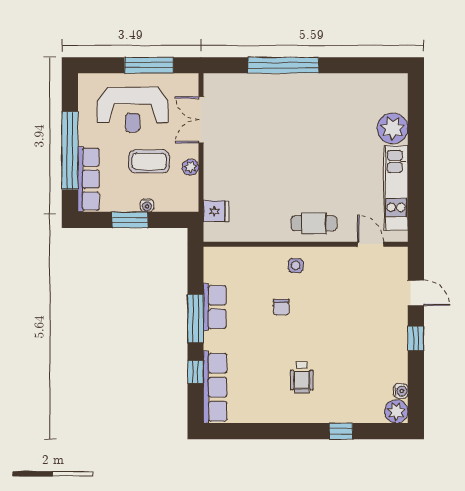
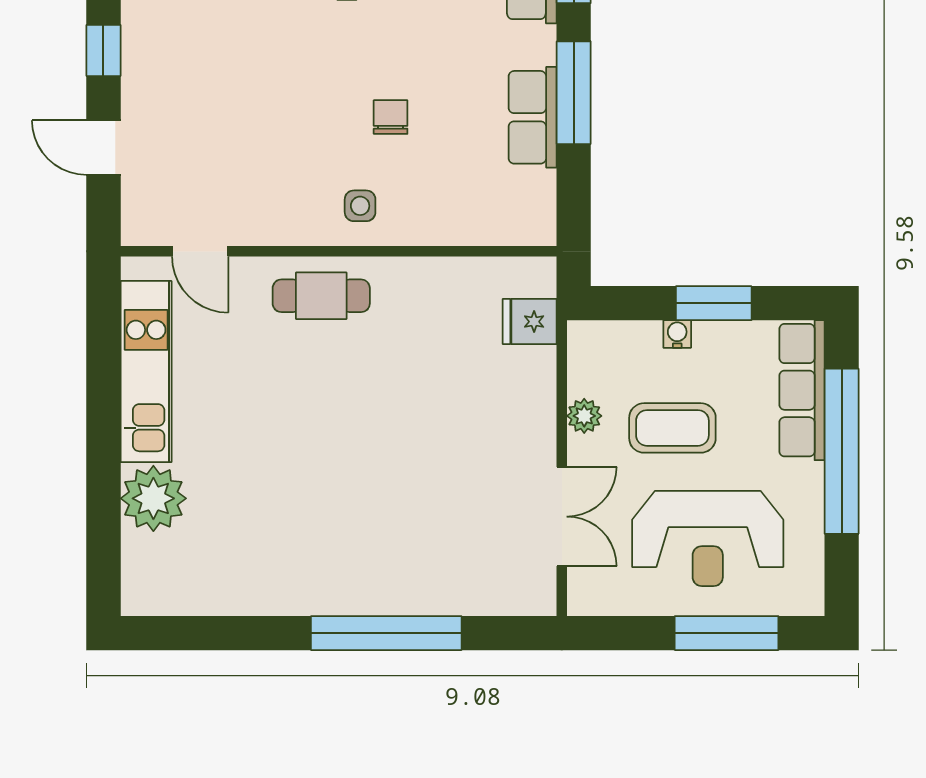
window: (149, 65) -> (727, 633), moved
reception desk: (133, 110) -> (708, 539), turned 180

